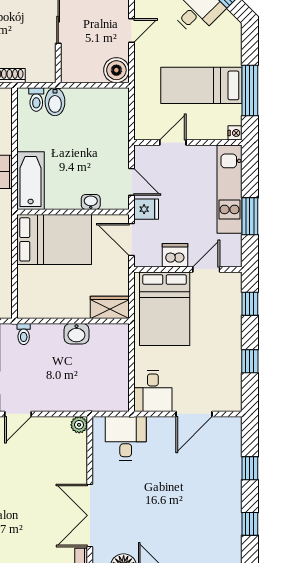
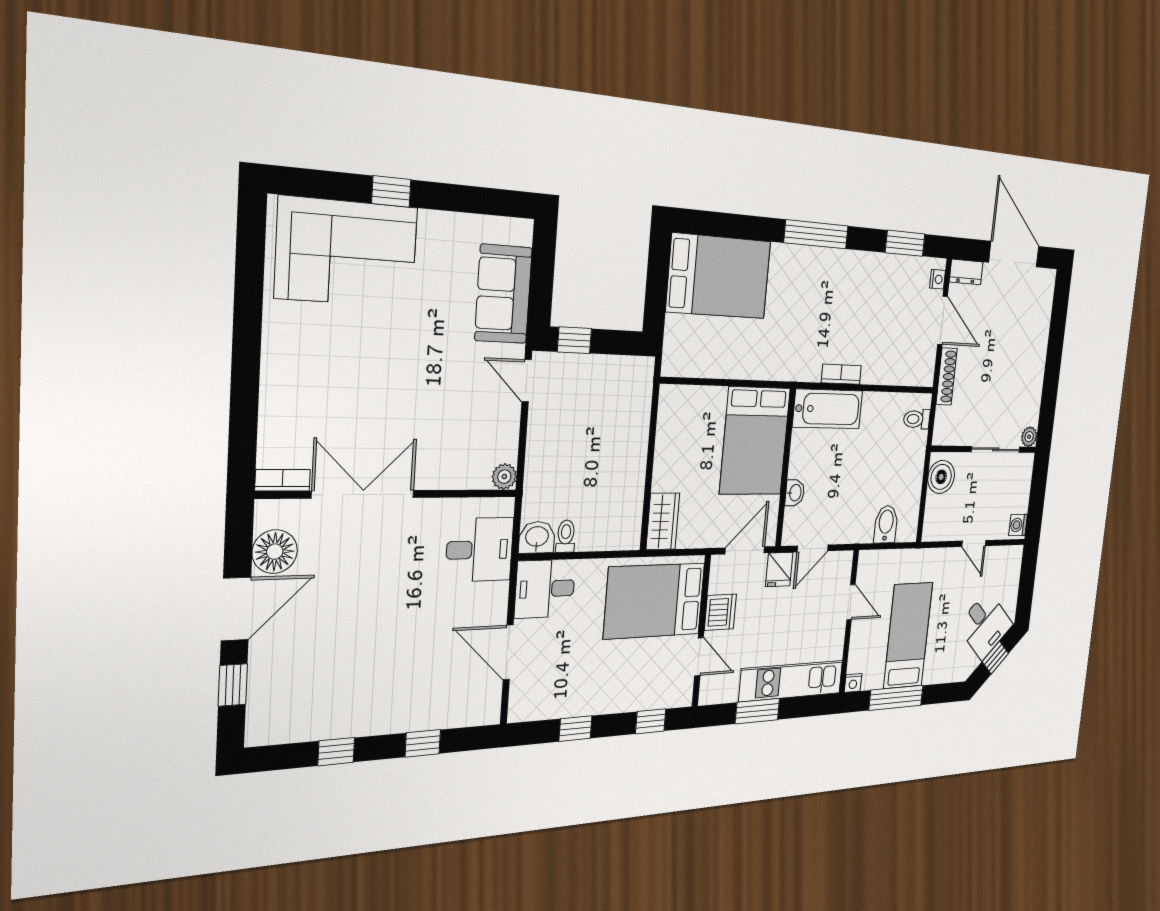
boiler: (116, 70) -> (941, 477), moved
bidet: (55, 102) -> (886, 524), moved, turned 90
toilet: (24, 334) -> (566, 536), moved, turned 90
washbasin: (76, 334) -> (537, 537), moved, turned 90

